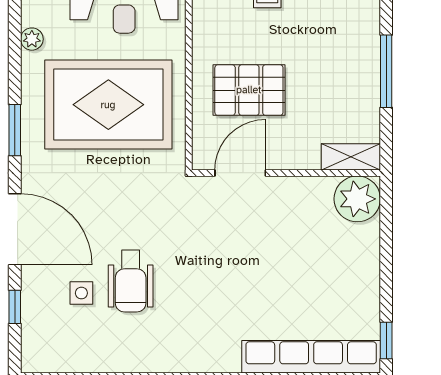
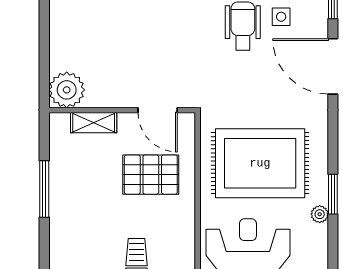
window: (15, 130) -> (333, 194), moved
shelving: (351, 157) -> (94, 123), moved
door: (240, 173) -> (158, 110), hinge flipped

